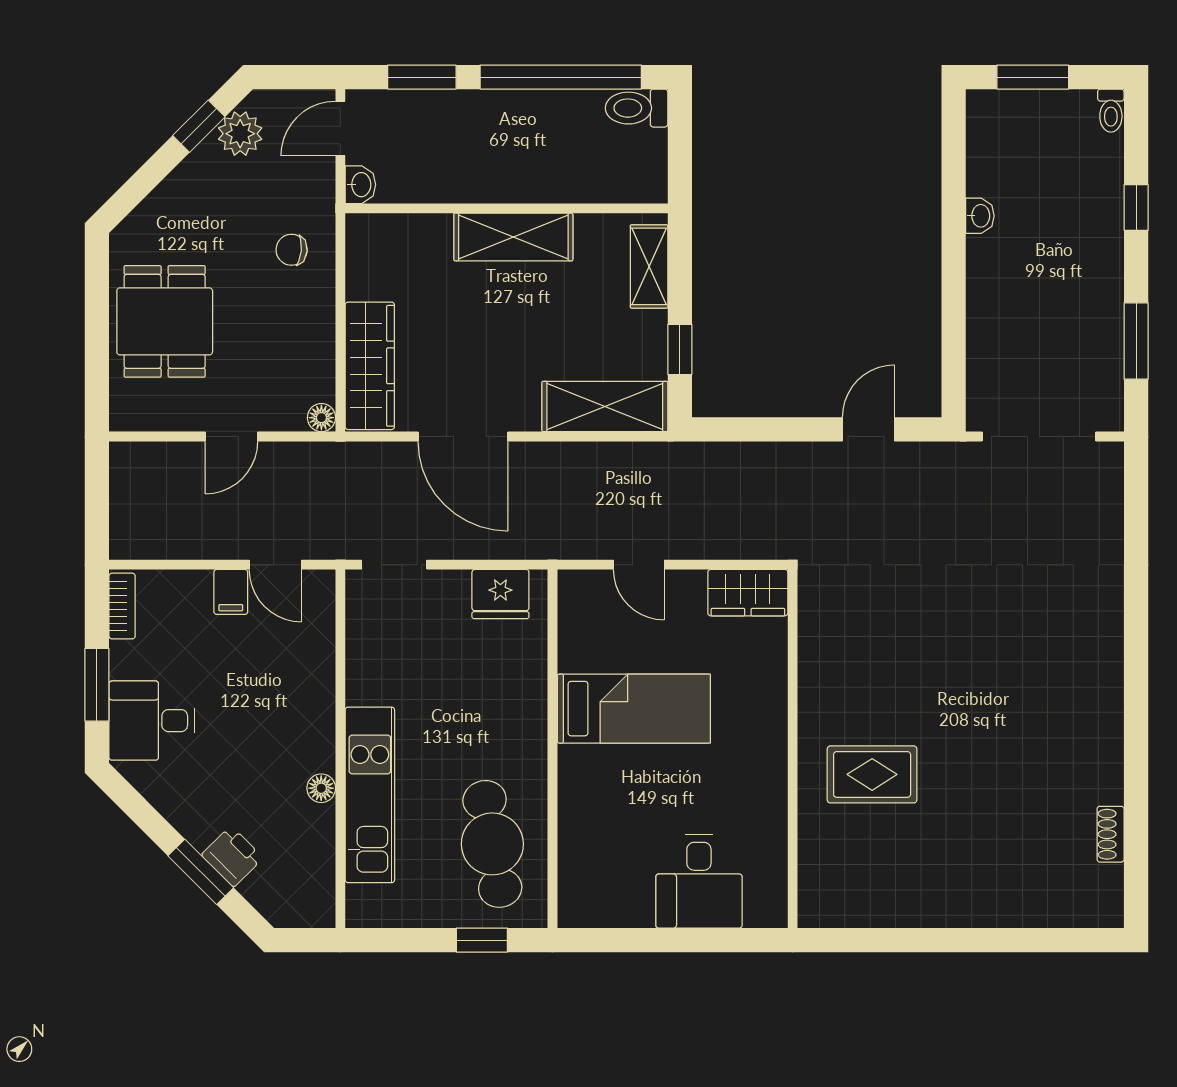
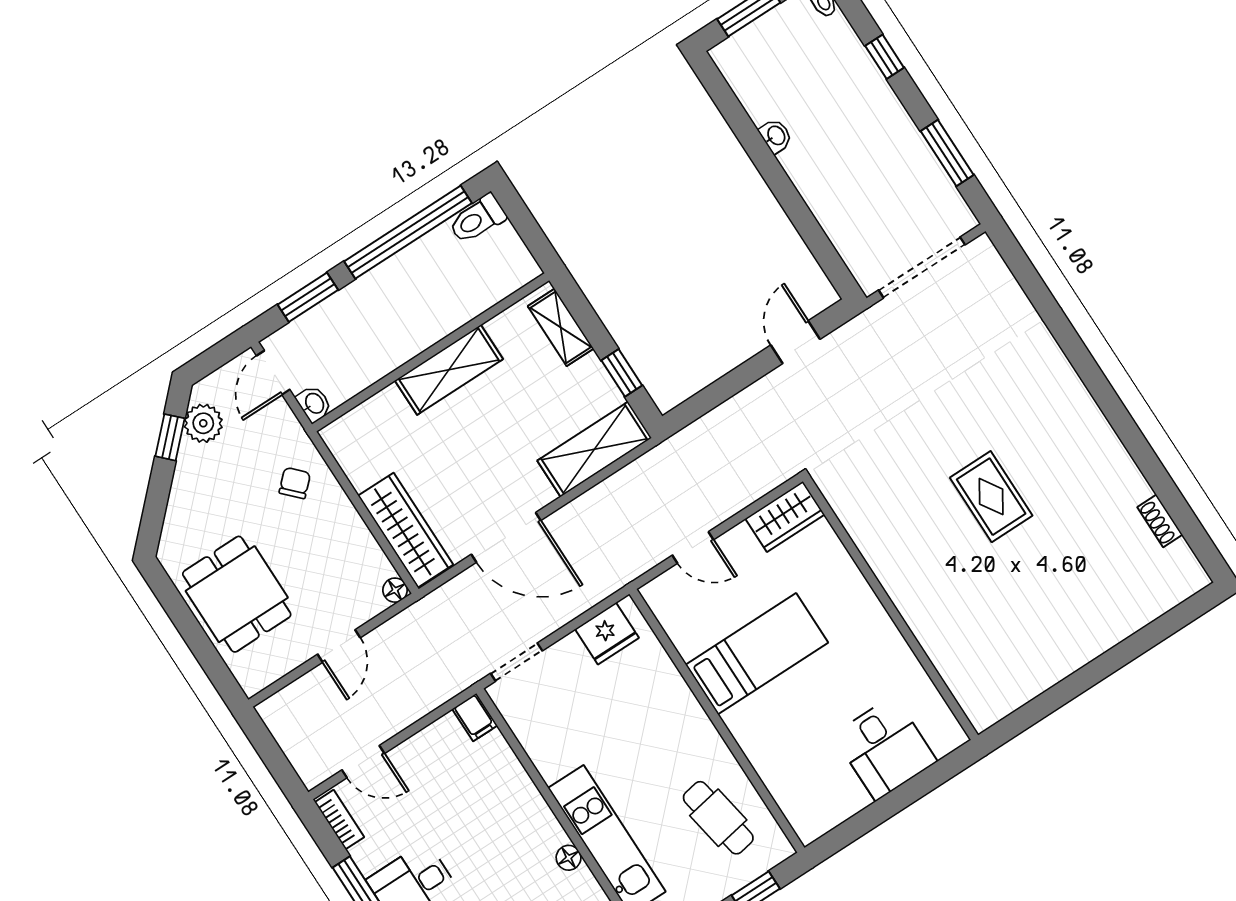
chair: (292, 250) -> (295, 483), turned 131
door: (275, 565) -> (363, 762), moved
filing cabinet: (231, 592) -> (475, 717), moved
rug: (872, 774) -> (991, 497), moved, turned 90
cafe table: (492, 844) -> (718, 818), width x0.73, depth x0.74

